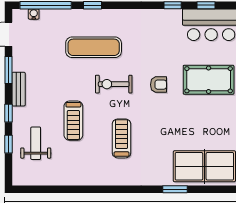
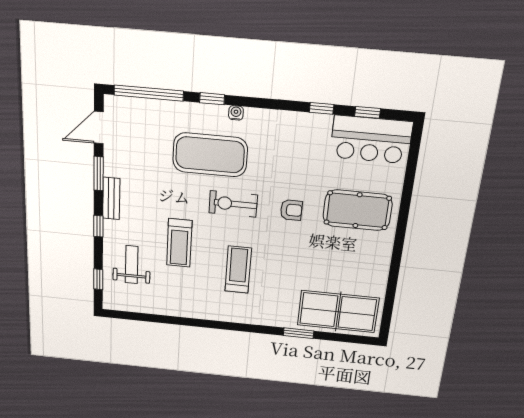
water cooler: (34, 14) -> (236, 113), moved
exercise mat: (94, 47) -> (210, 155), width x1.47
window: (9, 144) -> (98, 279), moved

